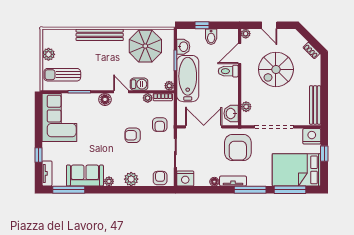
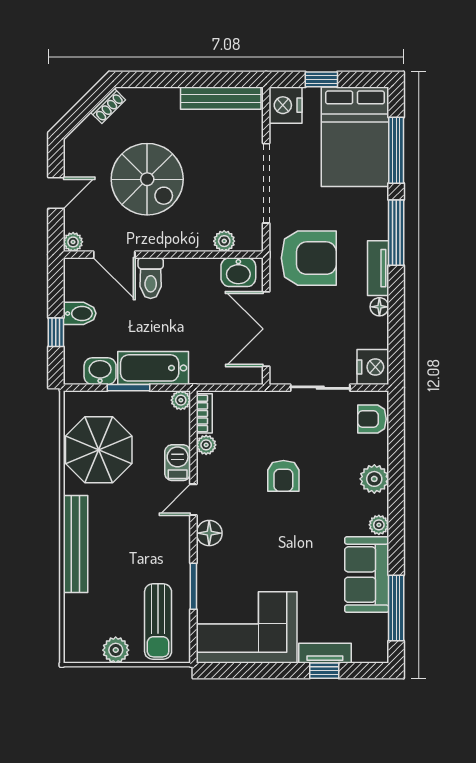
bathtub: (188, 79) -> (153, 368), width x0.73, depth x0.73
armchair: (160, 125) -> (261, 420), removed
tv unit: (47, 173) -> (325, 653), moved

